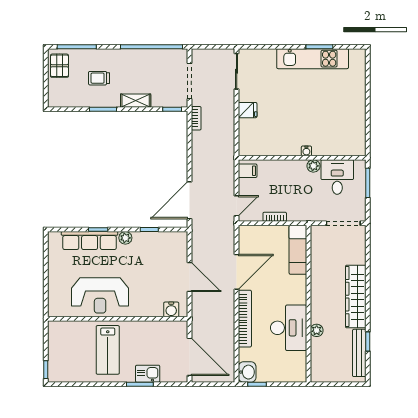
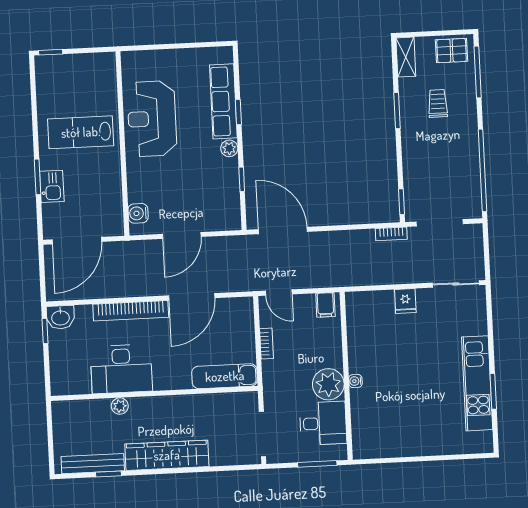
shelving: (136, 101) -> (406, 57), moved
plant: (313, 166) -> (328, 384), width x1.88, depth x1.88
door: (237, 272) -> (192, 297), hinge flipped

